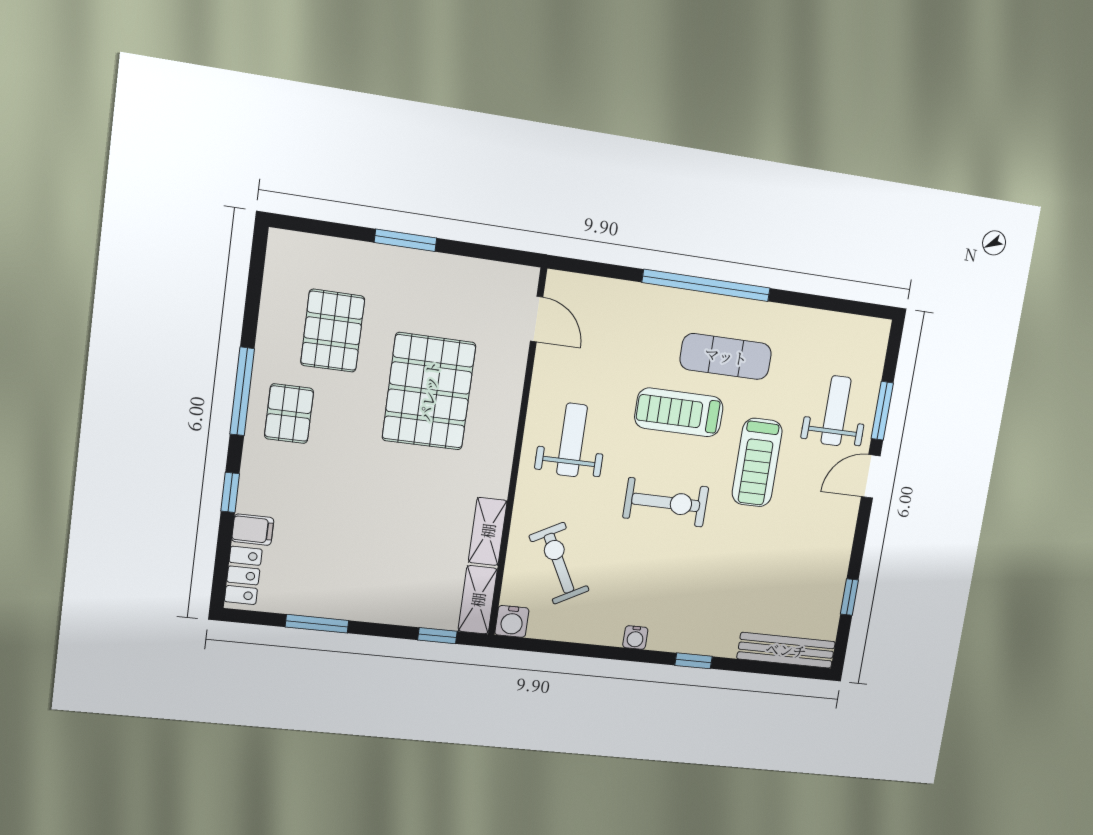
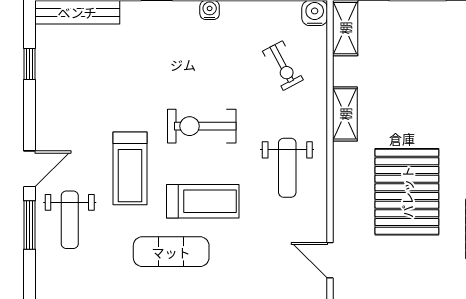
treadmill: (757, 462) -> (130, 168), turned 180
shelving: (488, 531) -> (345, 114), moved
exercise bike: (559, 563) -> (283, 66), width x0.73, depth x0.72

